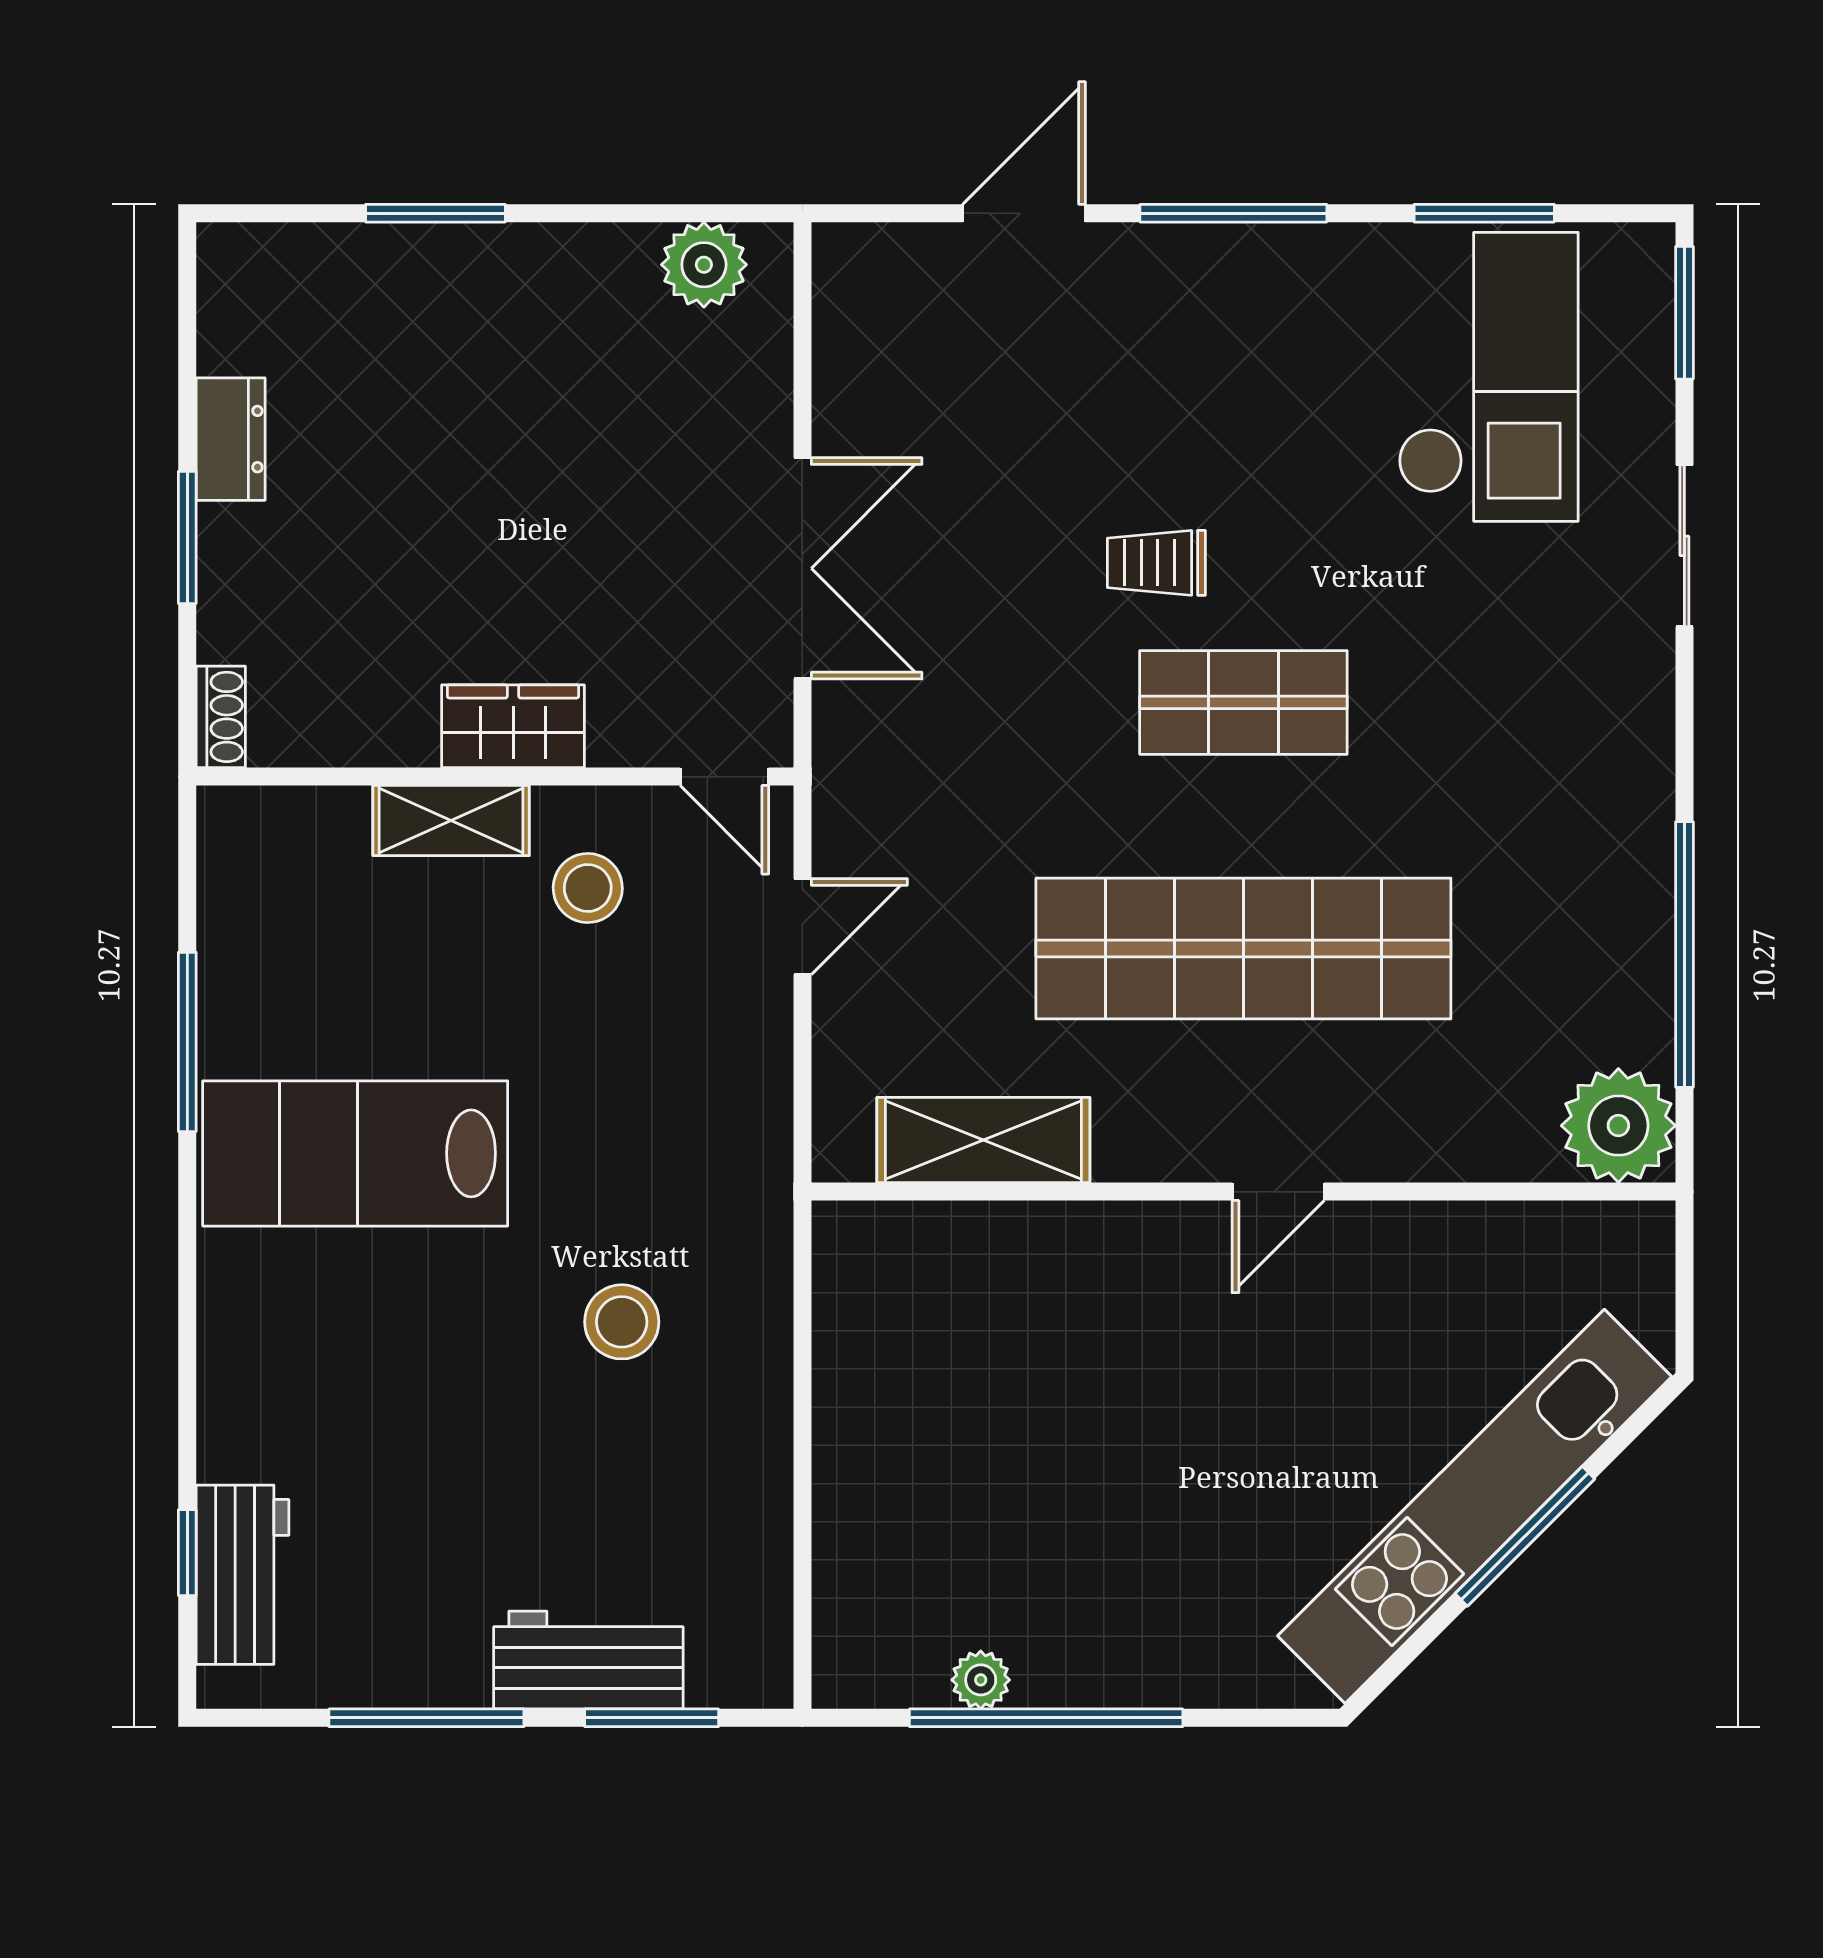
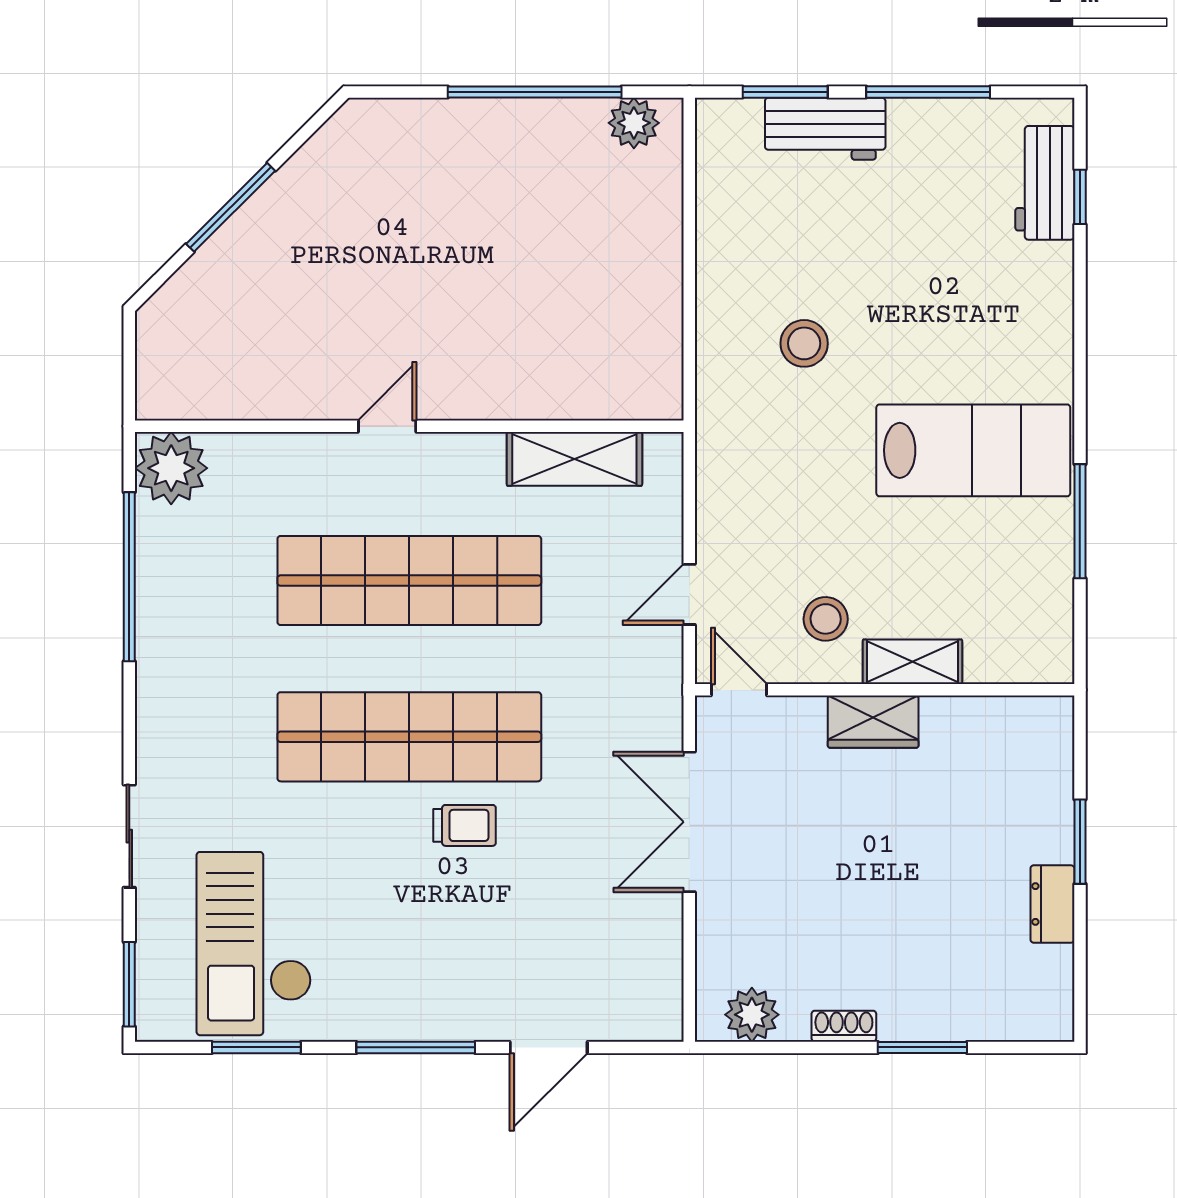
shop shelf: (1243, 702) -> (409, 737), width x2.00, depth x1.36
shoe rack: (221, 717) -> (844, 1026), moved, turned 90
kitchen unit: (1475, 1506) -> (262, 226), removed
plant: (981, 1680) -> (634, 123), moved, width x1.38, depth x1.38

